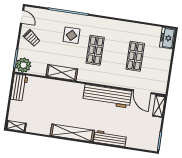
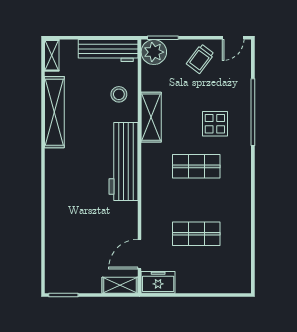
freezer: (167, 38) -> (158, 282), moved
workbench: (19, 87) -> (108, 51), width x1.38
stool: (45, 90) -> (119, 94), added
workbench: (107, 96) -> (124, 161), moved
shelving: (72, 133) -> (54, 112), moved
workbench: (110, 138) -> (55, 213), removed

